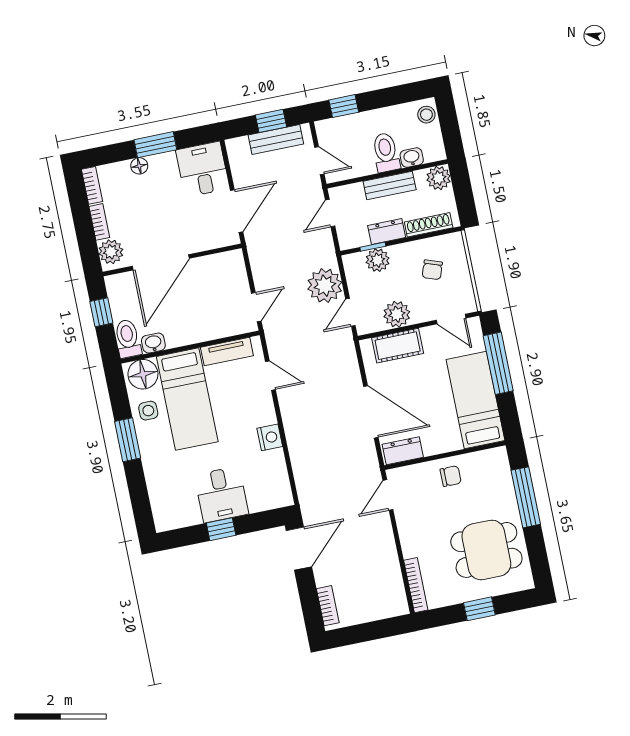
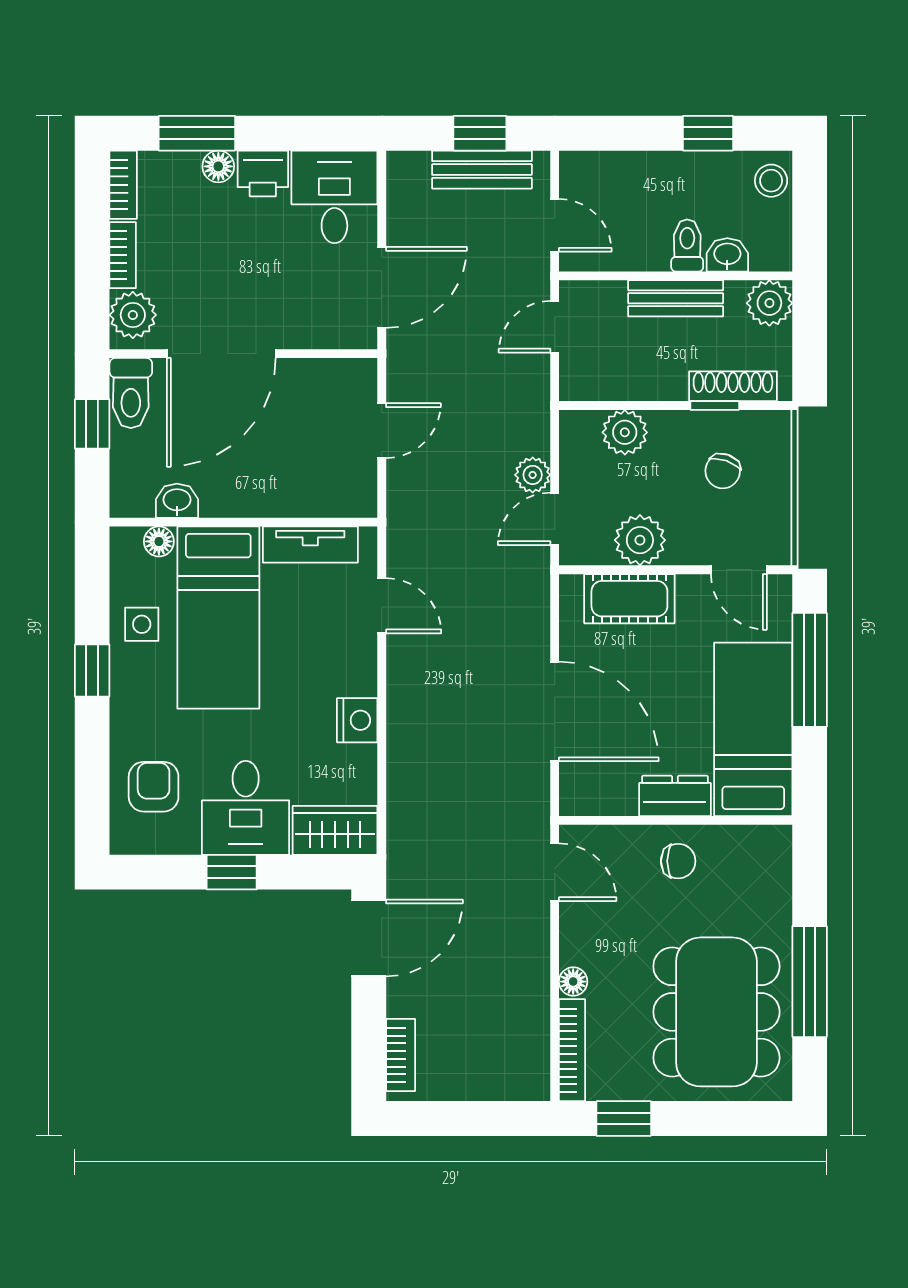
window: (344, 106) -> (708, 133), moved
window: (155, 145) -> (197, 133), moved
toilet: (386, 152) -> (687, 245), width x0.73, depth x0.72
printer: (163, 165) -> (263, 173), added
dresser: (387, 232) -> (653, 383), removed
window: (373, 247) -> (715, 405), moved
plant: (325, 286) -> (533, 475), width x0.53, depth x0.53
door: (256, 307) -> (382, 431), moved
toilet: (128, 339) -> (131, 393), moved, turned 180
floor lamp: (143, 374) -> (159, 541), width x0.53, depth x0.53
window: (128, 440) -> (92, 670), width x0.67
dresser: (403, 451) -> (675, 796), moved
armchair: (172, 493) -> (154, 787), added
door: (388, 495) -> (555, 872), swing flipped
wardrobe: (270, 497) -> (335, 830), added
window: (526, 497) -> (810, 982), moved
floor lamp: (409, 549) -> (573, 982), added
dining table: (486, 550) -> (716, 1012), width x1.38
window: (479, 609) -> (624, 1119), moved

